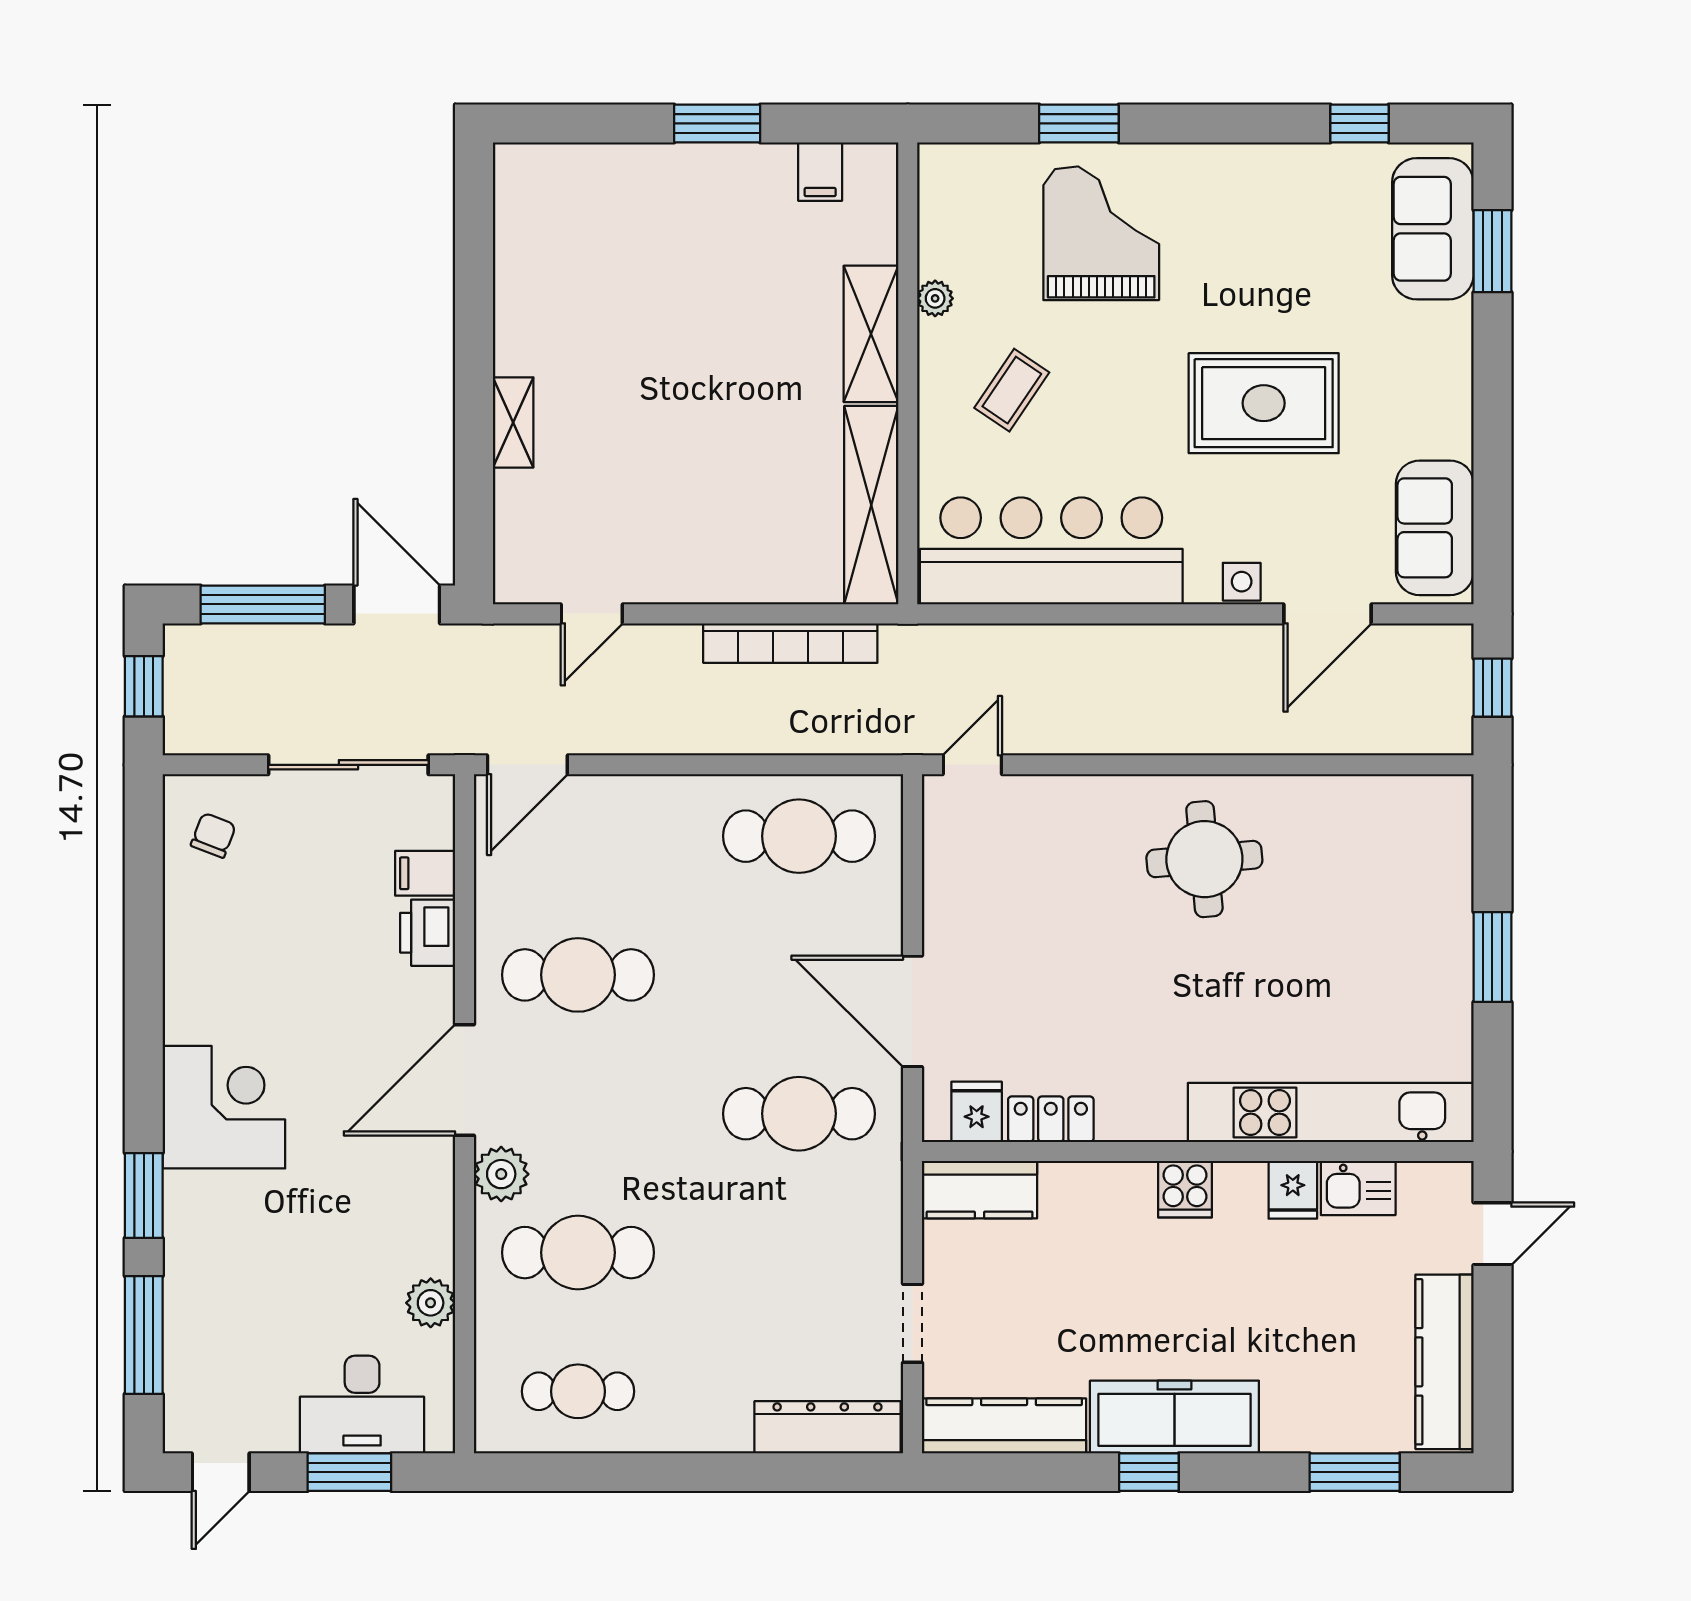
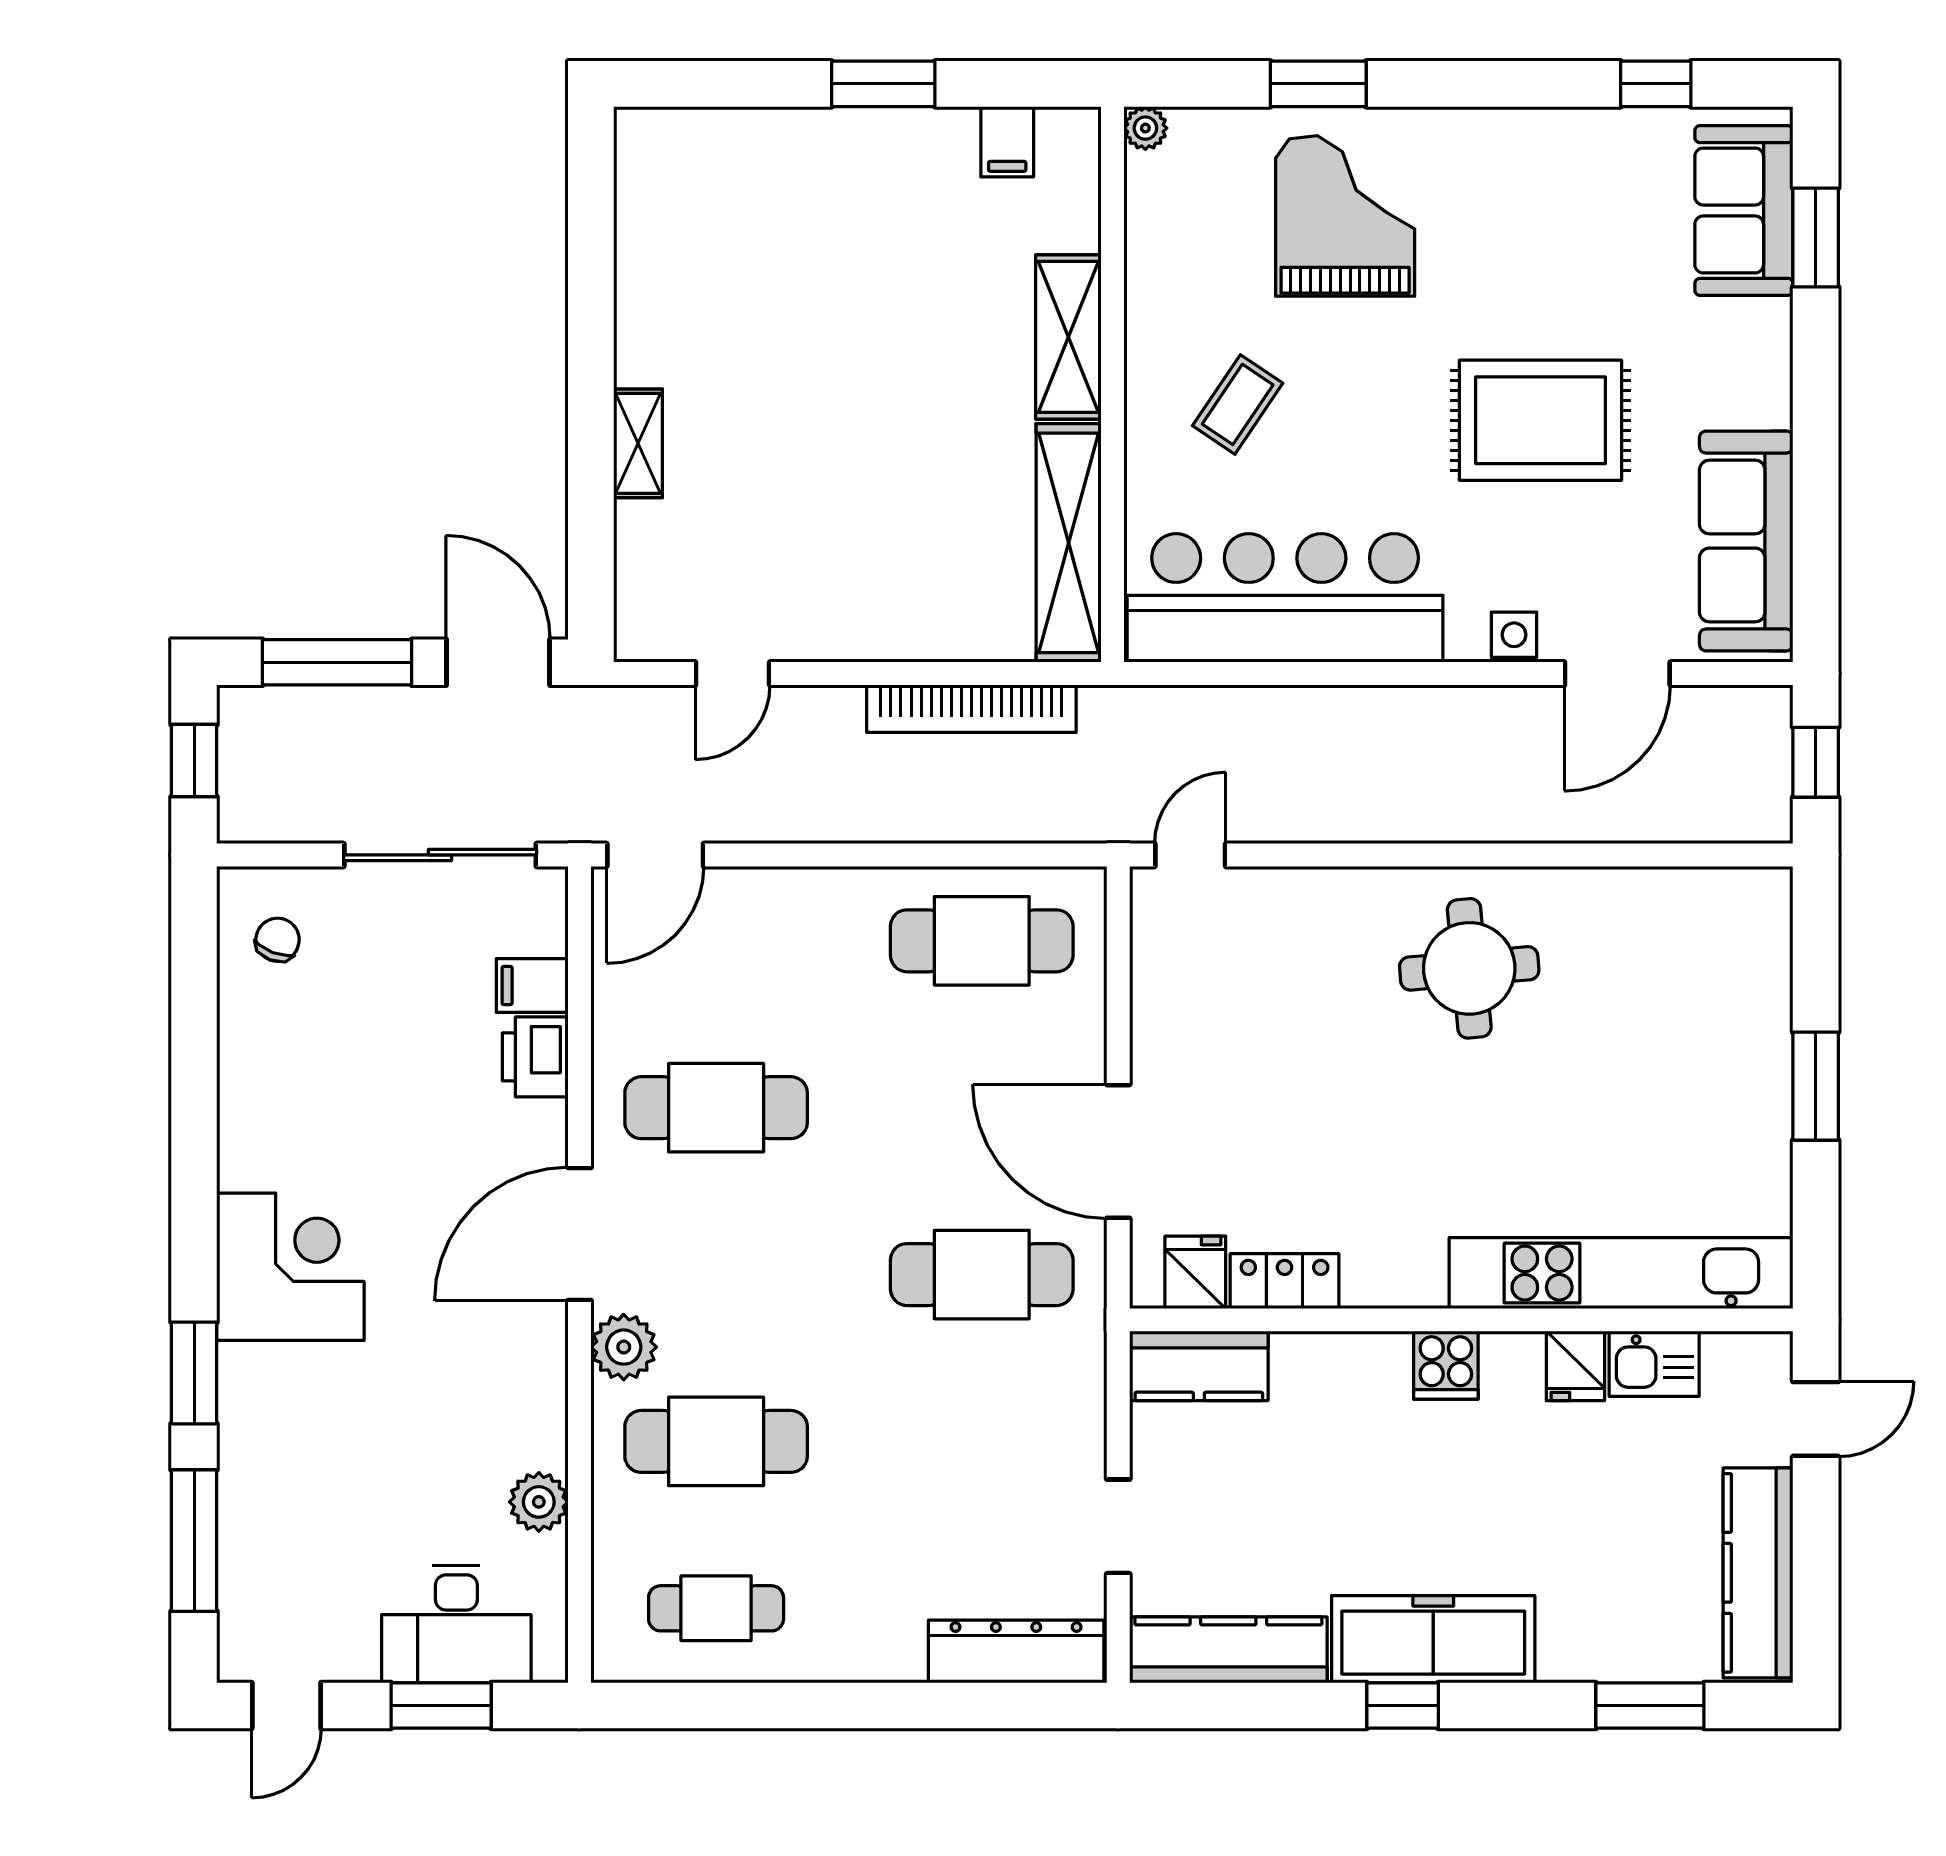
plant: (935, 298) -> (1145, 128), moved
sofa: (1435, 528) -> (1746, 541), width x1.36

